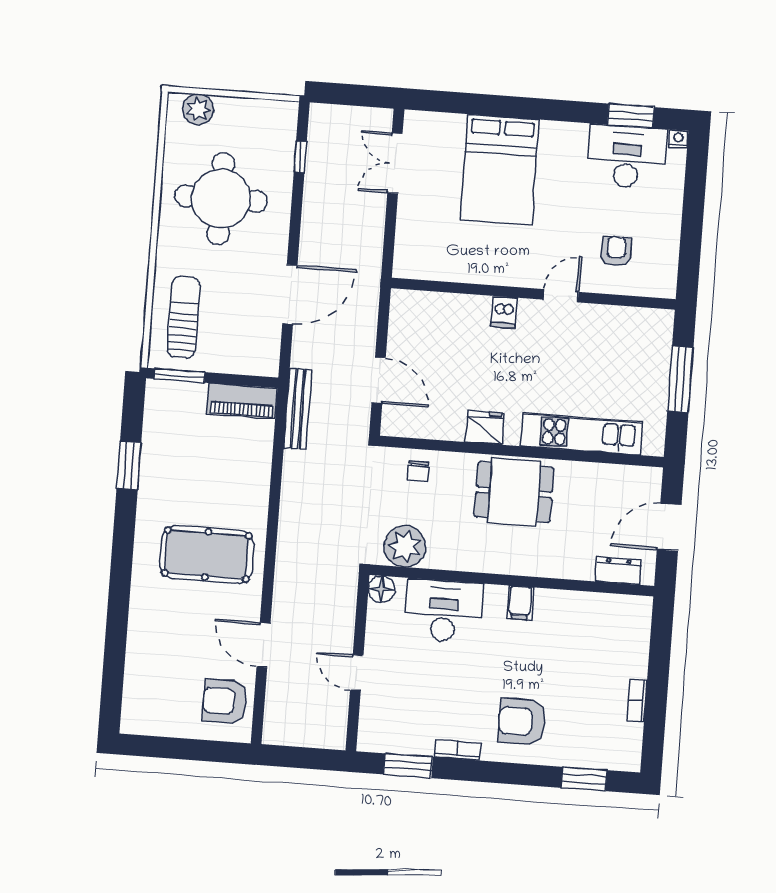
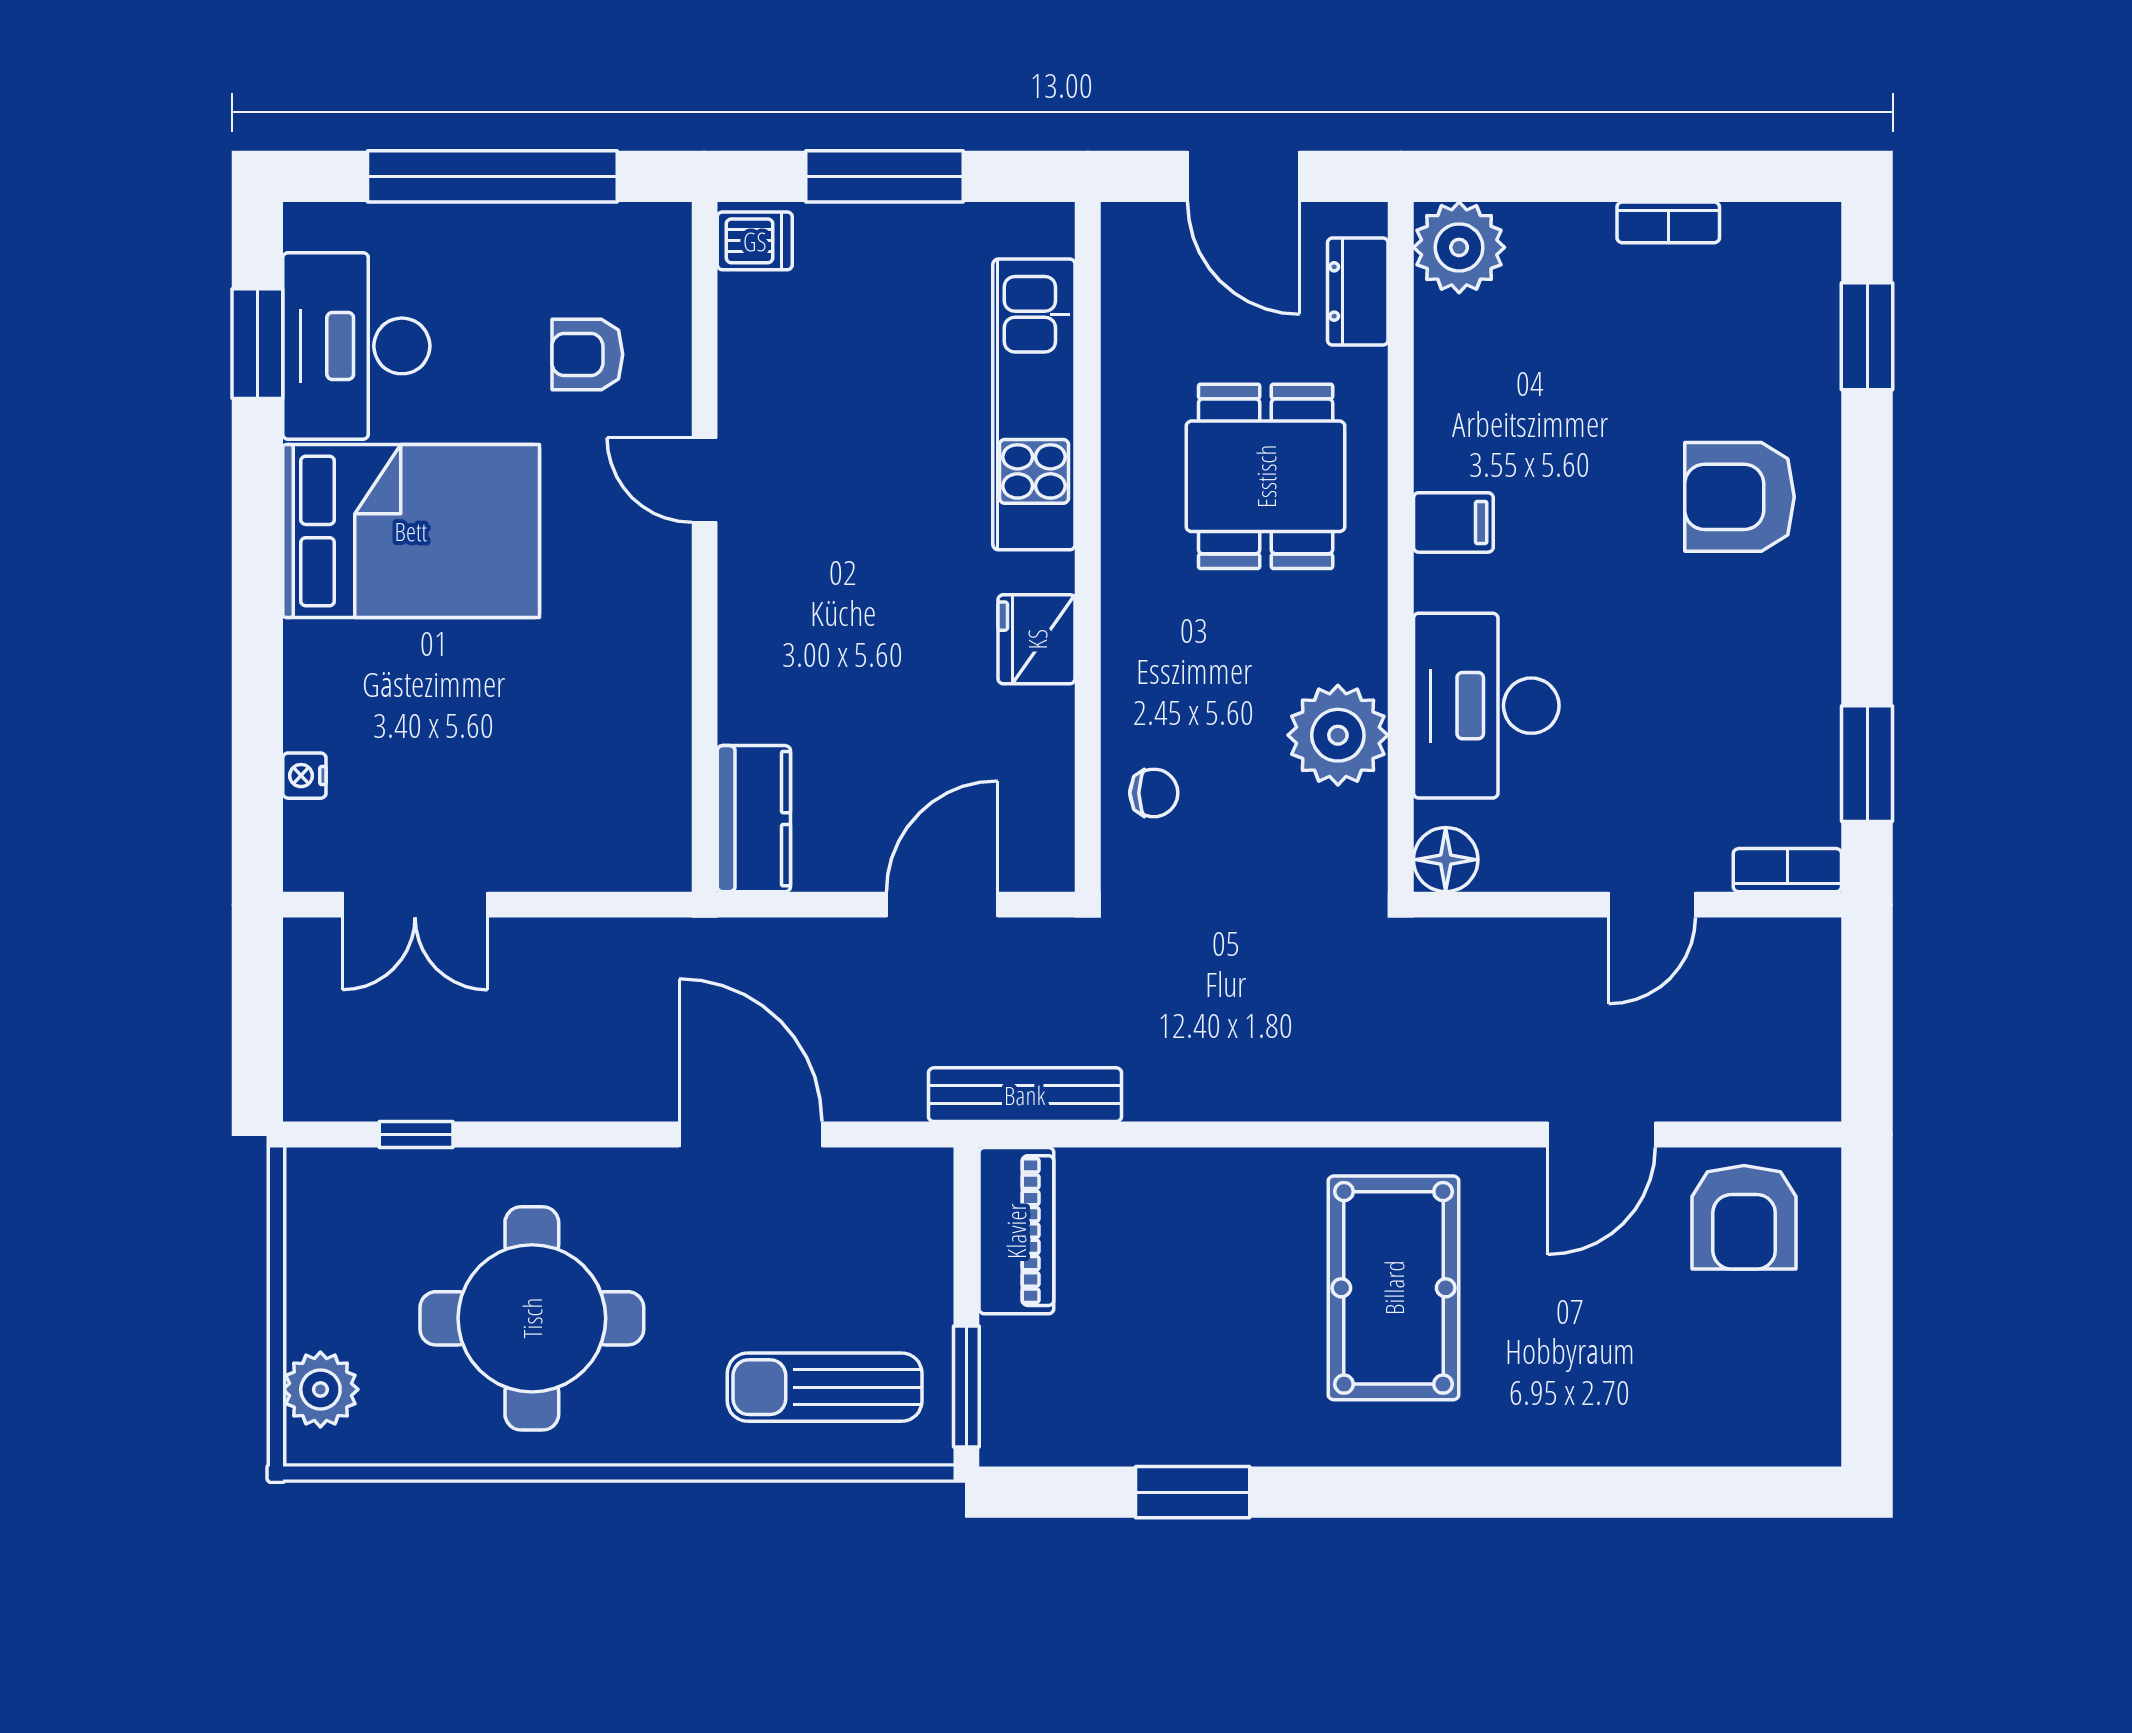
nightstand: (678, 139) -> (304, 776), moved
bed: (499, 170) -> (411, 531), moved
window: (692, 218) -> (492, 176), added
kitchen counter: (420, 306) -> (754, 819), added
dishwasher: (504, 312) -> (755, 241), moved
dining table: (514, 492) -> (1266, 476), moved
plant: (405, 546) -> (1338, 735), moved
plant: (633, 614) -> (1459, 247), added
armchair: (522, 721) -> (1739, 497), turned 90
bookcase: (457, 750) -> (1787, 870), moved, turned 90

